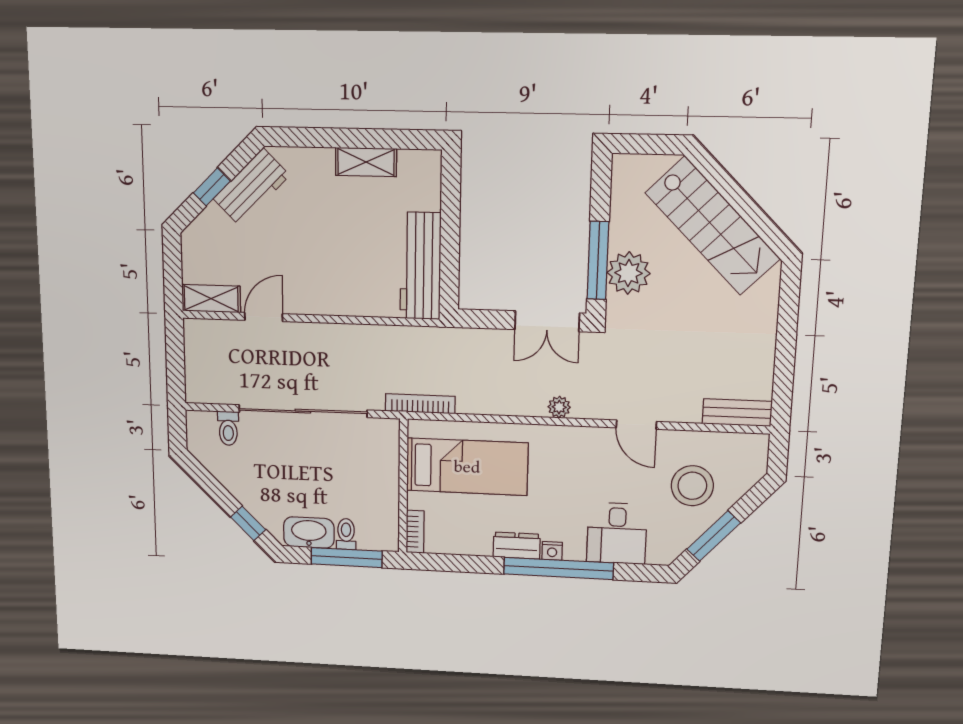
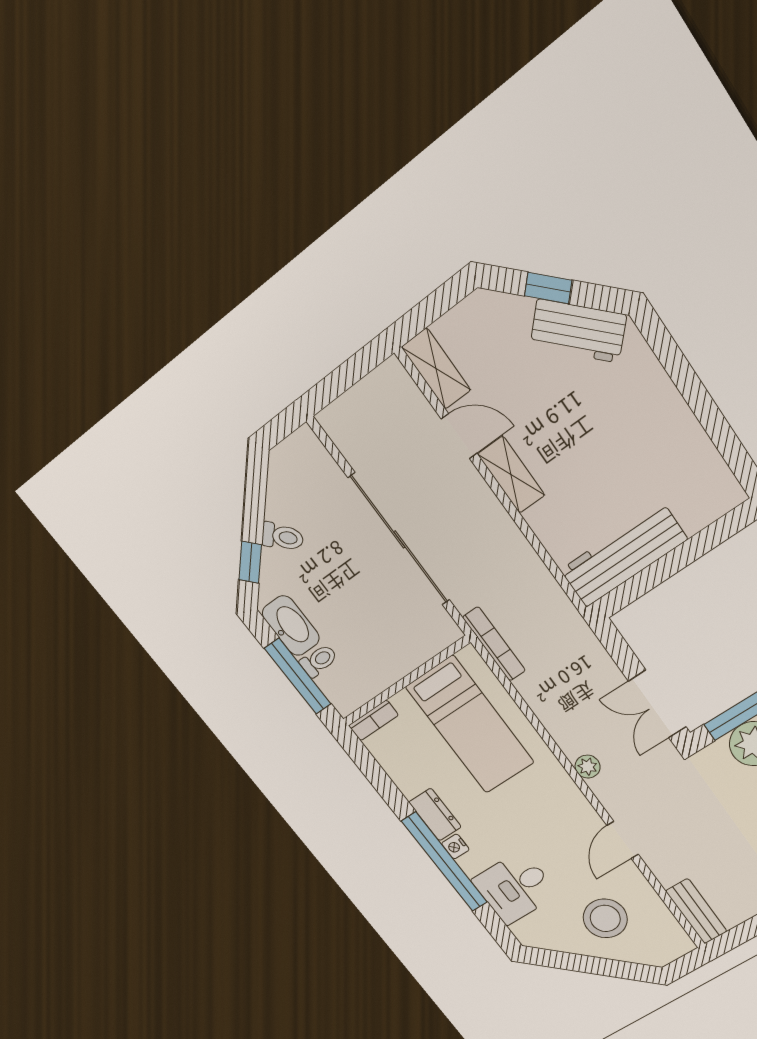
shelving: (366, 162) -> (511, 475), moved
toilet: (228, 428) -> (283, 537), moved, turned -135
window: (714, 536) -> (576, 963), removed

